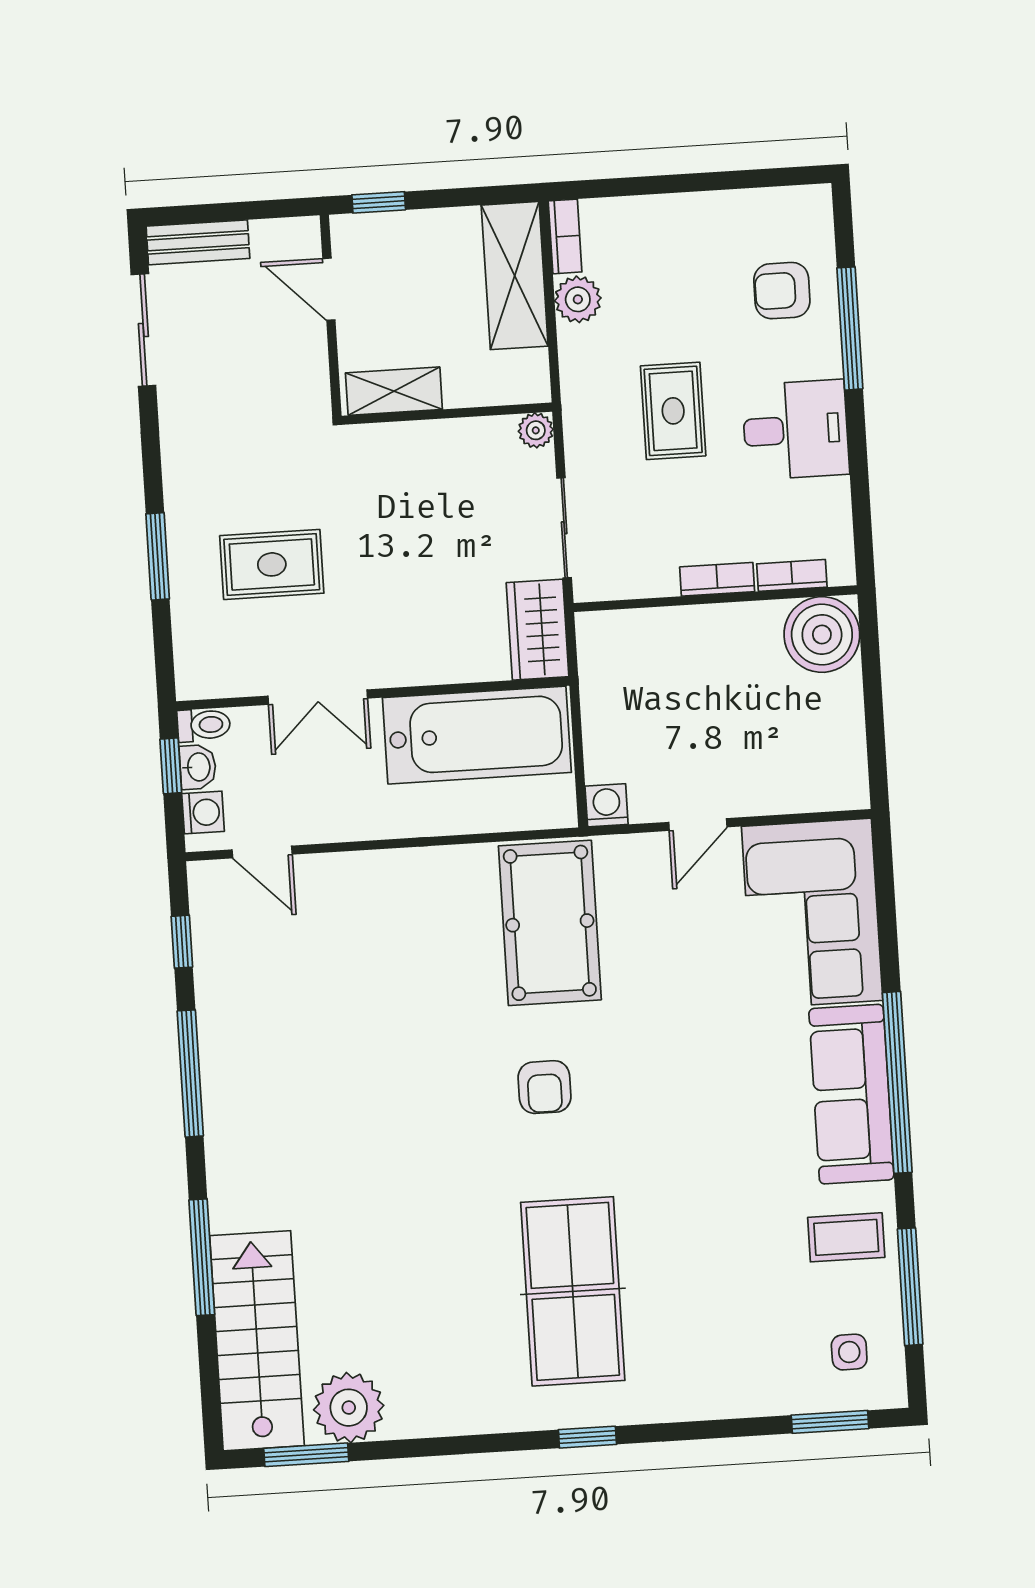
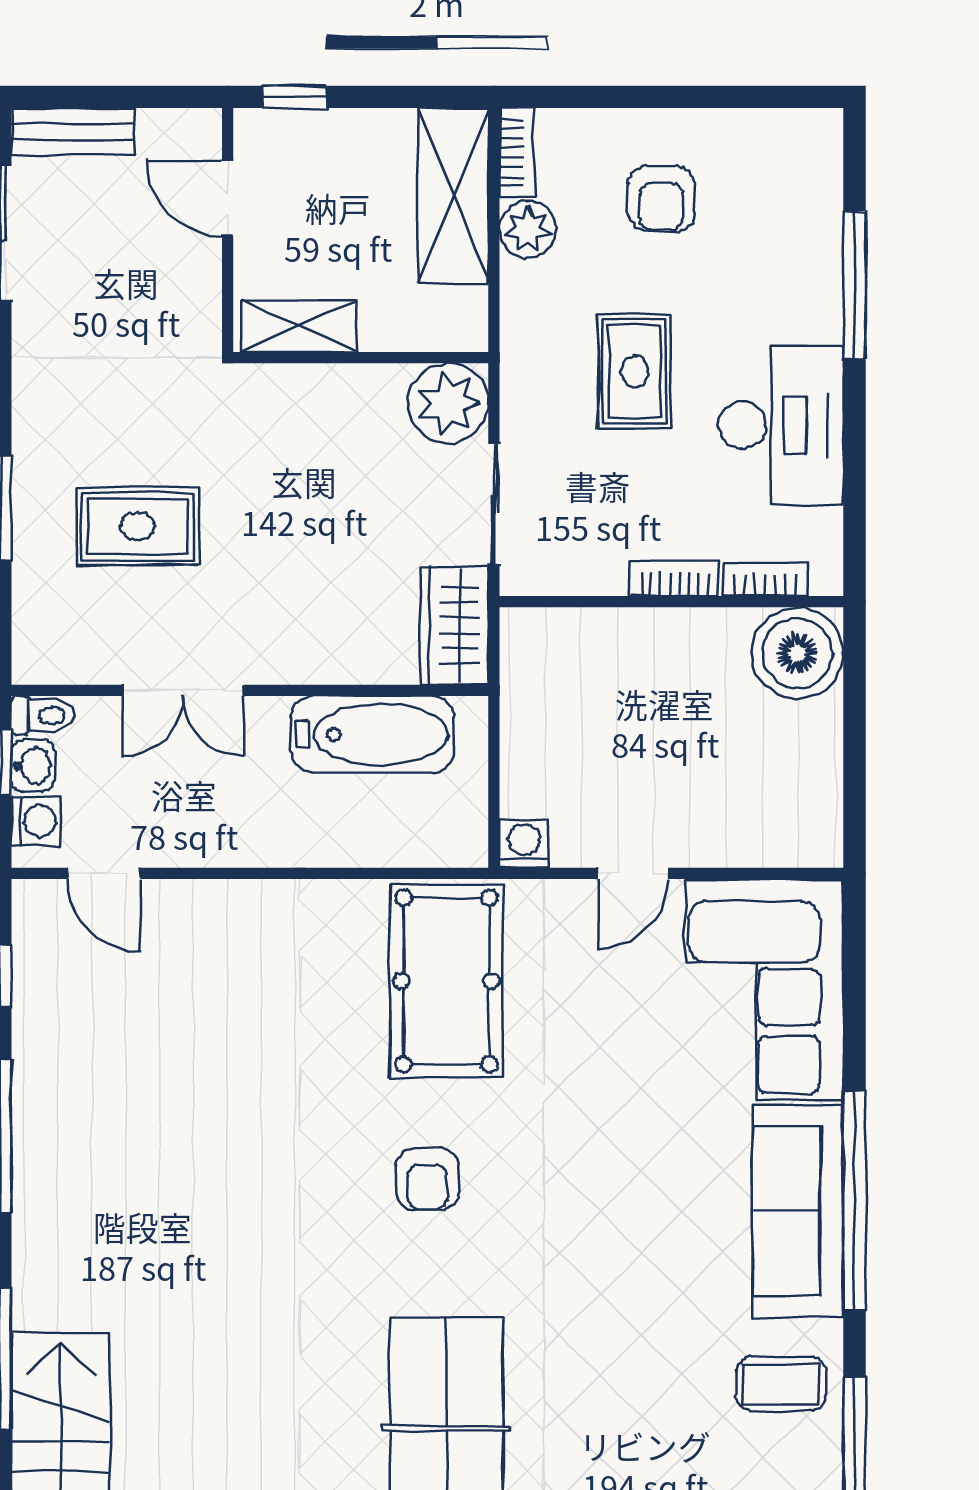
armchair: (782, 291) -> (661, 198), moved, turned -90
plant: (536, 430) -> (448, 403), width x1.87, depth x1.87
desk: (795, 430) -> (781, 425), width x1.37
bathtub: (477, 735) -> (373, 734), width x0.73, depth x0.73

